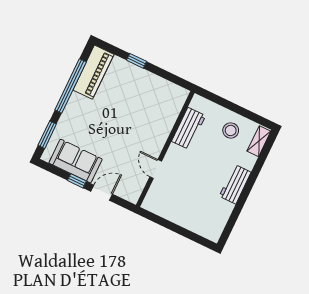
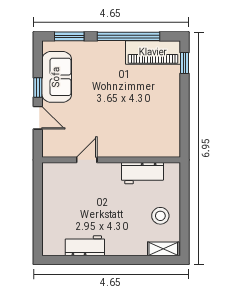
window: (136, 61) -> (185, 63), moved
workbench: (235, 184) -> (85, 246), moved

